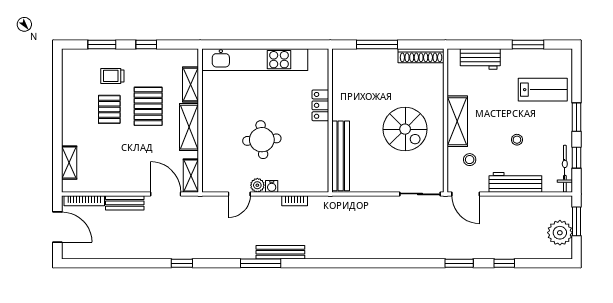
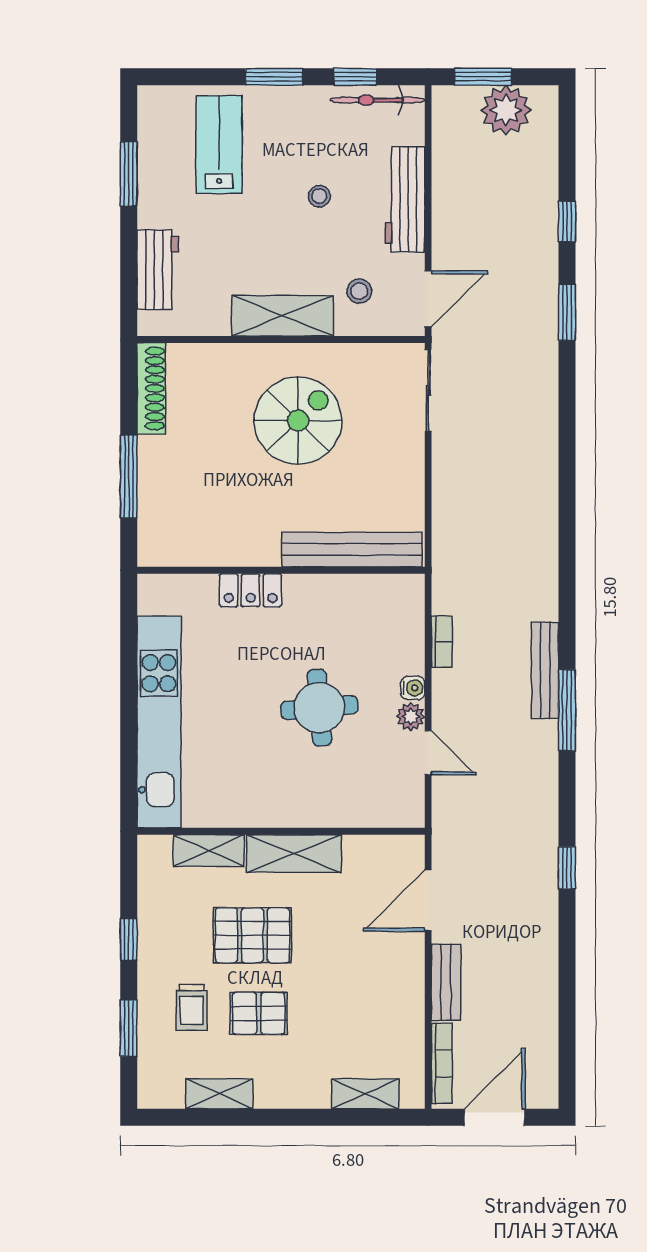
shelving: (191, 176) -> (219, 1094), moved

